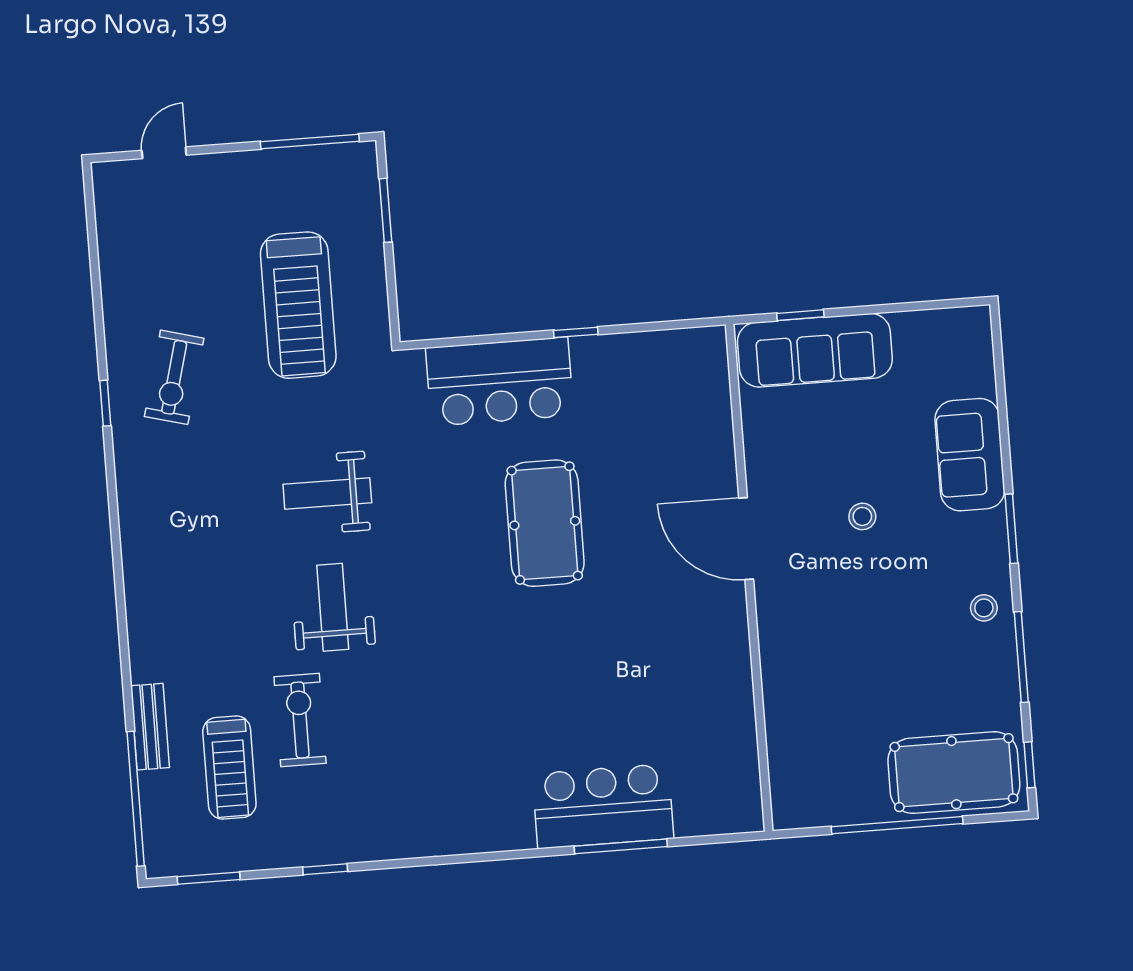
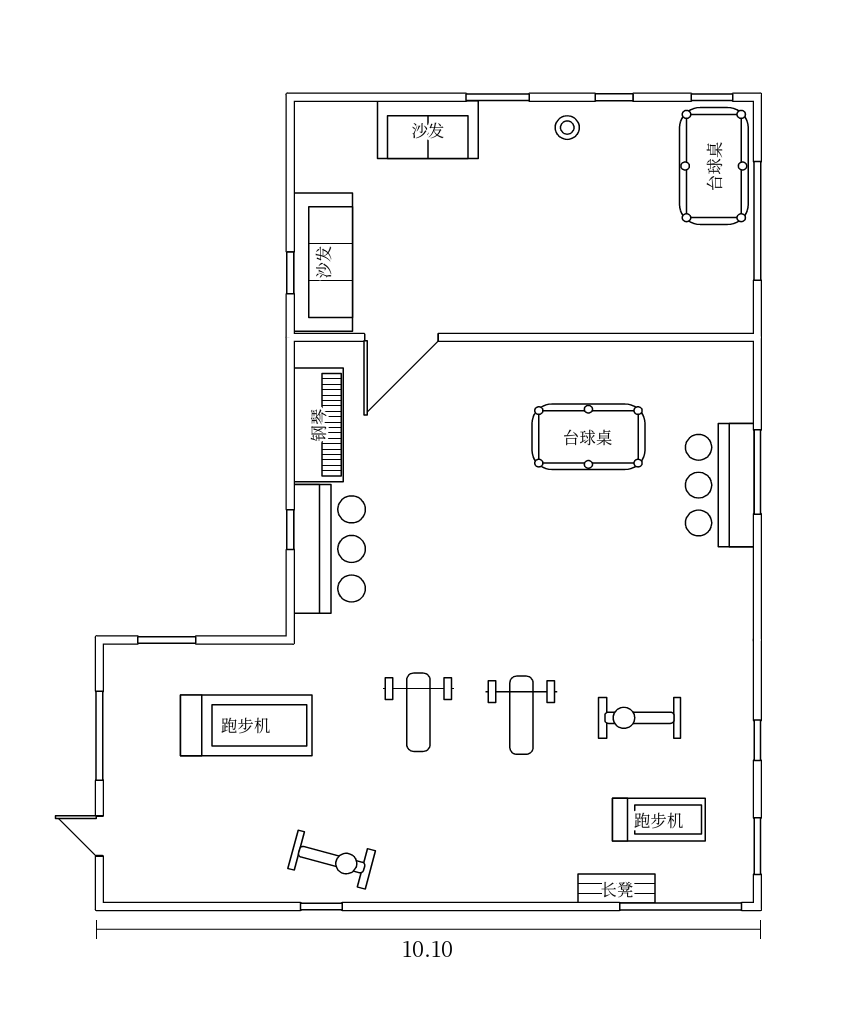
window: (310, 141) -> (99, 736), moved
window: (576, 332) -> (290, 530), moved
piano: (635, 359) -> (318, 425), added
exercise bike: (174, 377) -> (332, 860), moved
stool: (862, 516) -> (476, 231), removed
pool table: (545, 523) -> (588, 437), moved
door: (746, 539) -> (401, 337), moved
weight bench: (333, 607) -> (521, 715), turned -90
window: (1021, 657) -> (614, 97), width x0.46
exercise bike: (300, 720) -> (639, 718), moved

